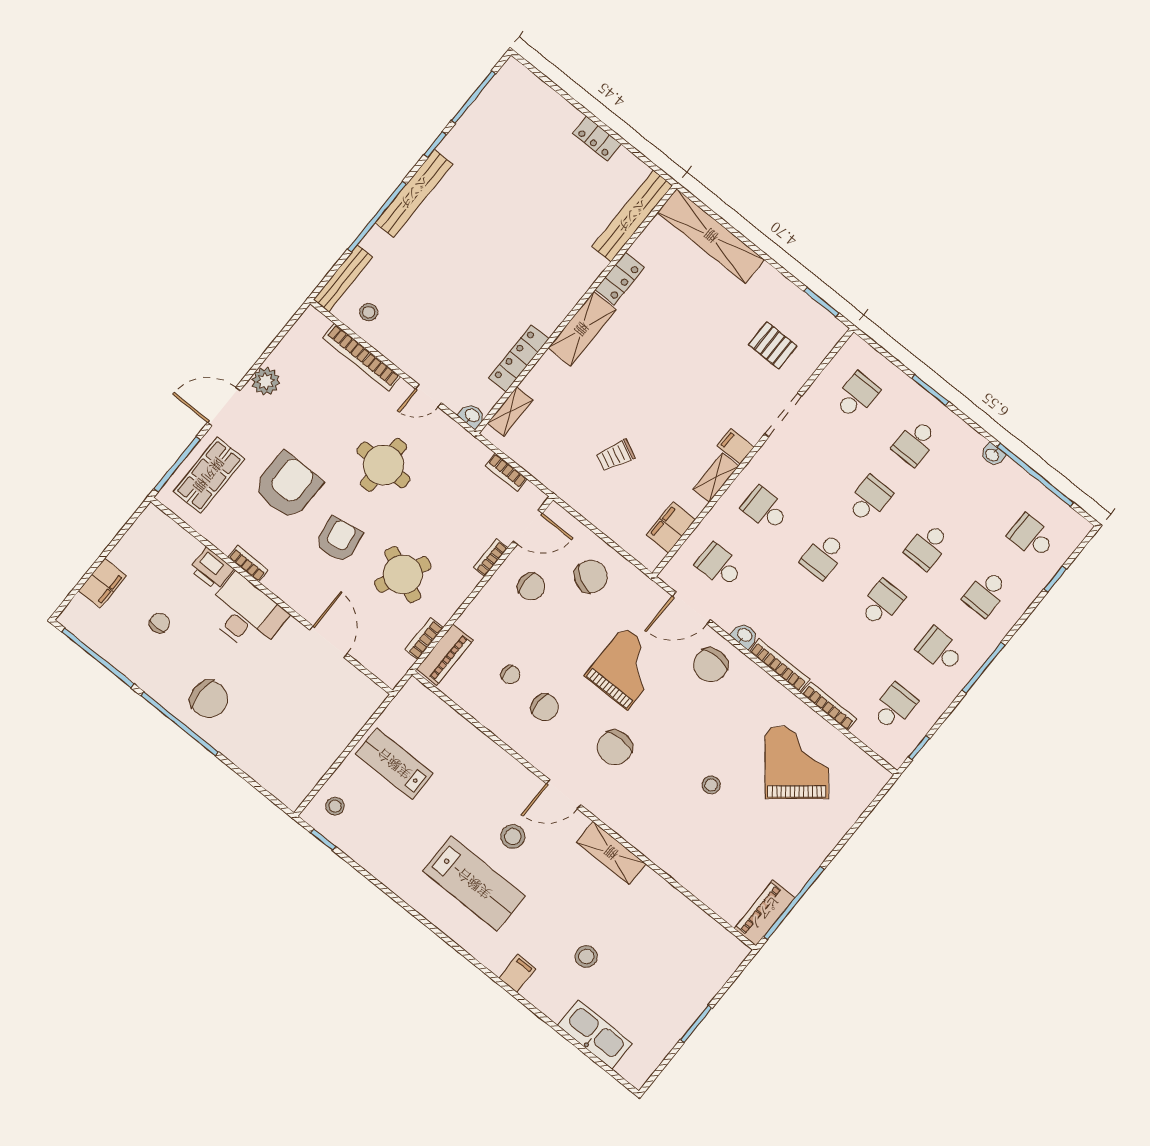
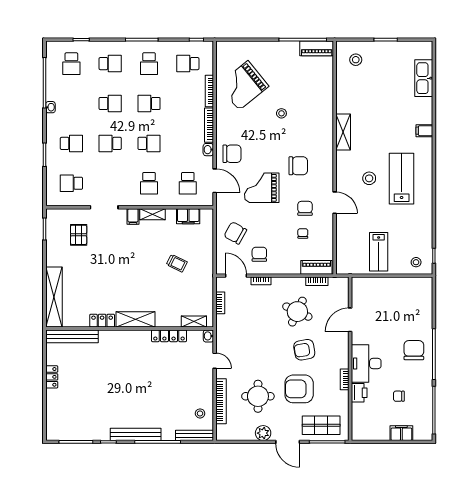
round table: (383, 465) -> (258, 396), moved
door: (564, 794) -> (335, 203), moved
stool: (586, 956) -> (356, 60), moved

